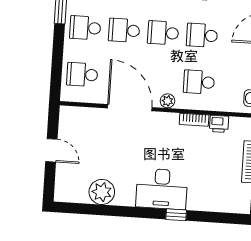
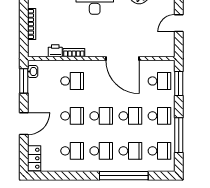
window: (57, 69) -> (179, 84), added
plant: (168, 101) -> (95, 65), removed
door: (51, 150) -> (179, 23), hinge flipped

